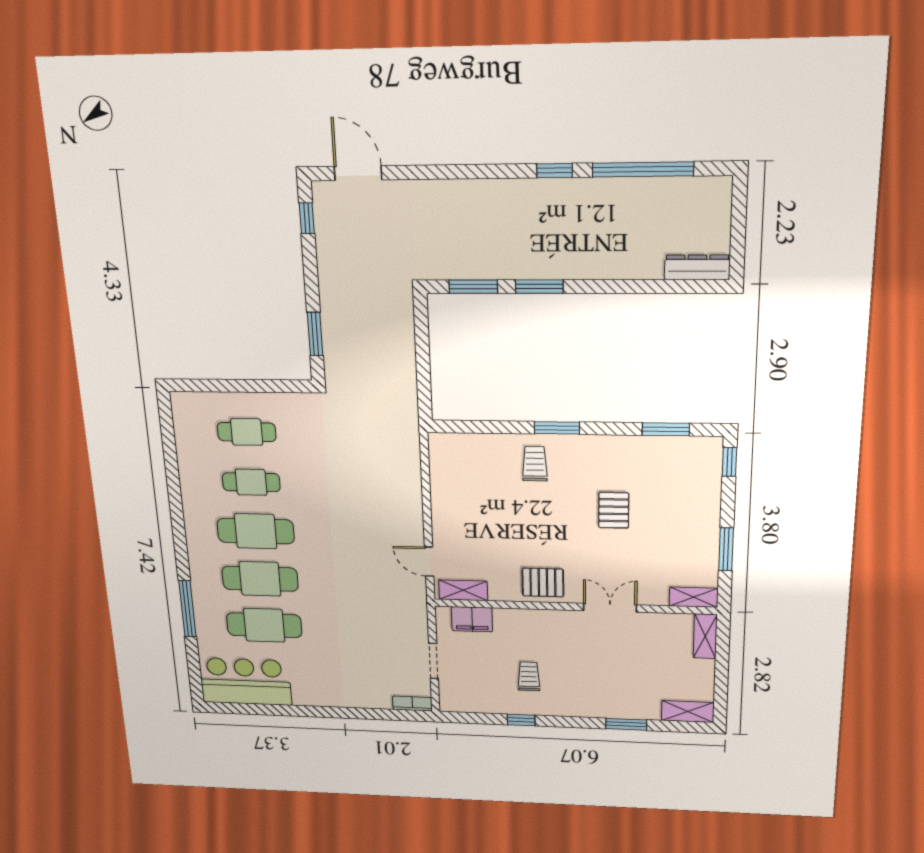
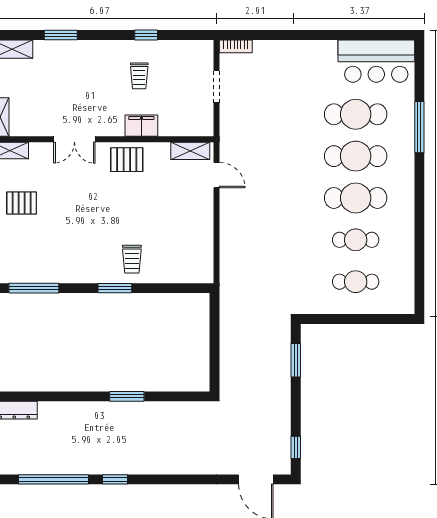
window: (473, 287) -> (175, 396), removed
window: (666, 429) -> (34, 288), width x1.44
pallet: (614, 510) -> (22, 203), moved, turned 90
filing cabinet: (472, 619) -> (141, 126), moved

